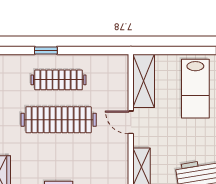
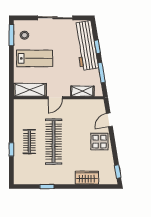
clothes rail: (59, 80) -> (29, 142), width x0.73

